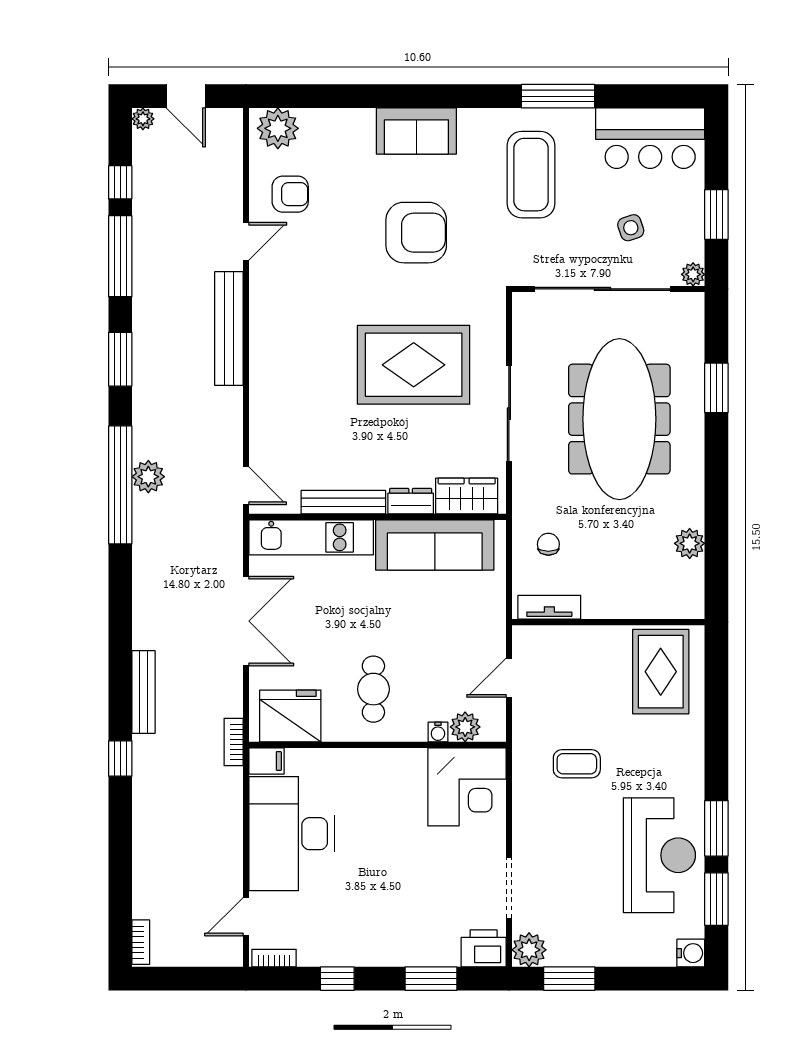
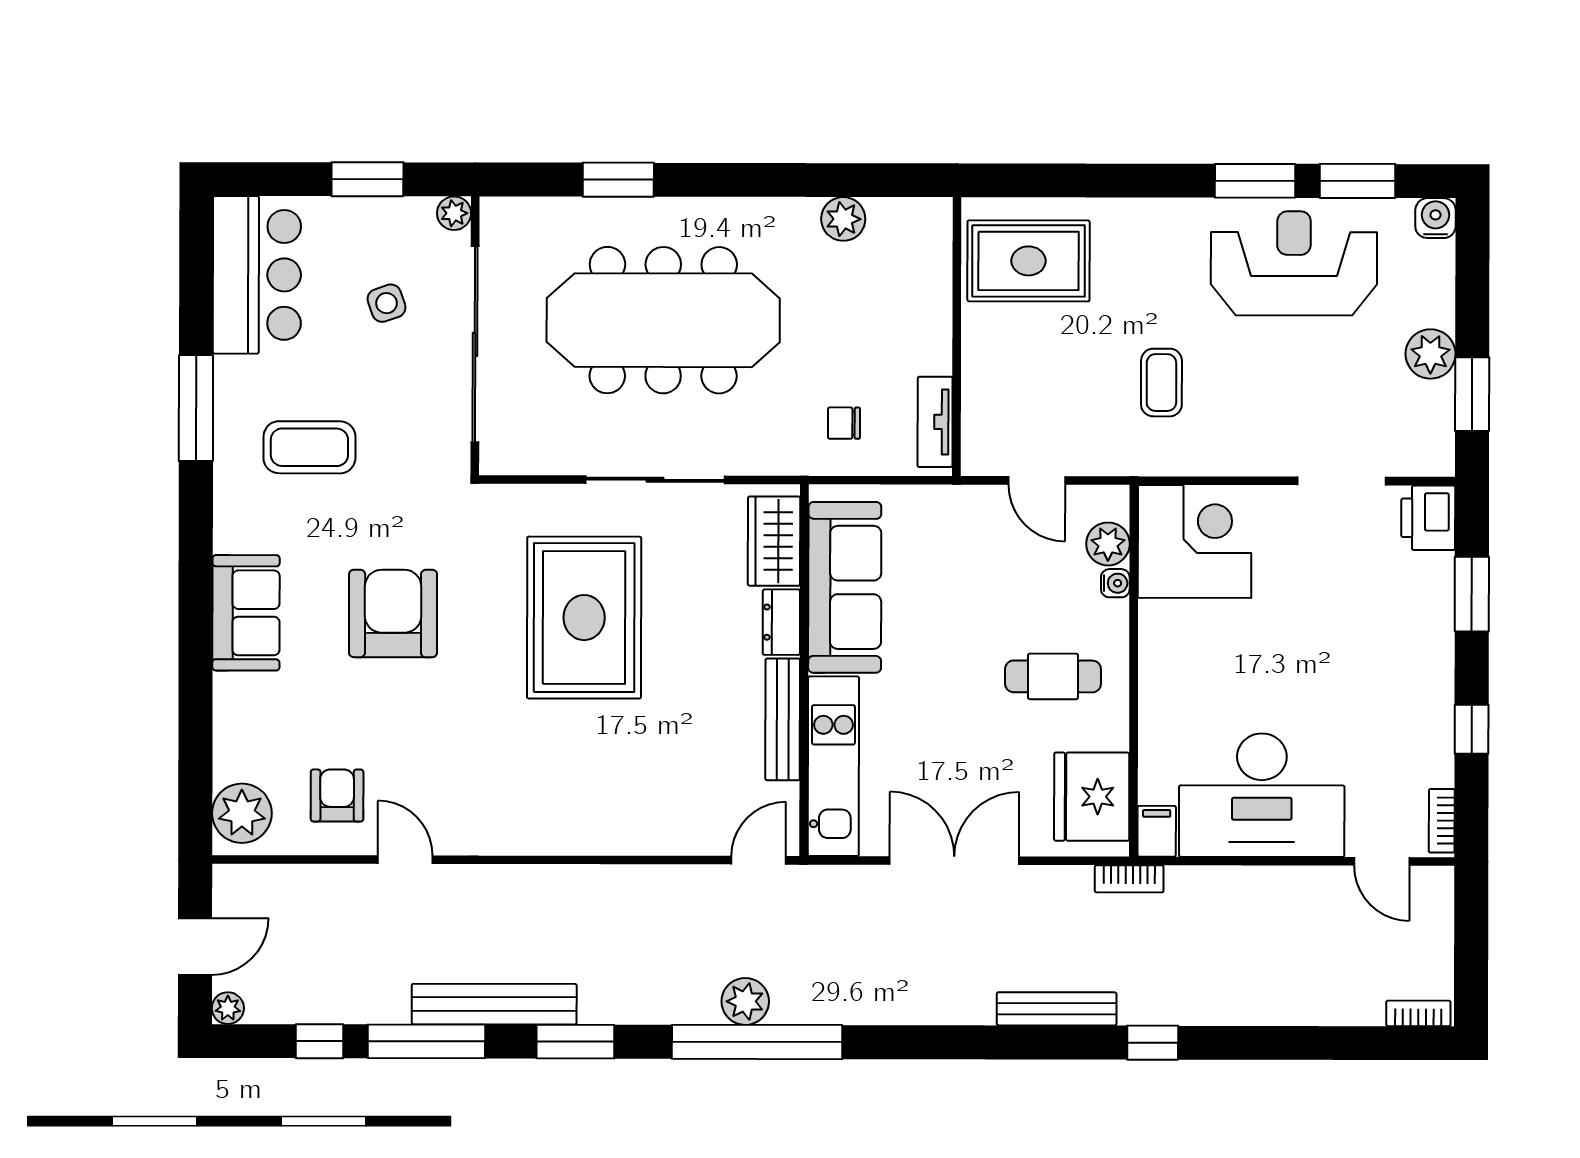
coffee table: (531, 175) -> (309, 447), width x0.73, depth x0.76
bench: (229, 329) -> (494, 1004), moved
plant: (529, 950) -> (1430, 354), moved

